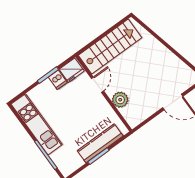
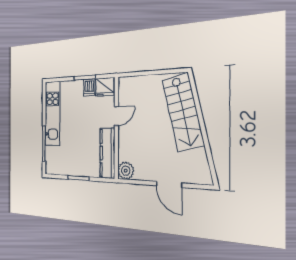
stairs: (110, 46) -> (183, 112), moved, turned 77
plant: (120, 100) -> (126, 171), moved
kitchen counter: (100, 143) -> (107, 153), moved, turned -90

